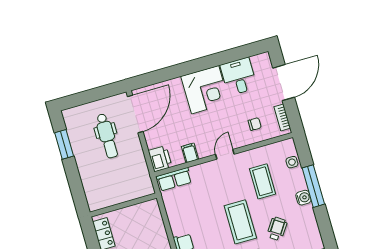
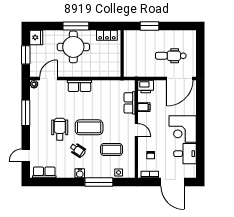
door: (135, 114) -> (180, 79), hinge flipped
window: (64, 144) -> (150, 26), moved
row of seats: (174, 179) -> (130, 103), moved
water cooler: (303, 198) -> (80, 173), moved

